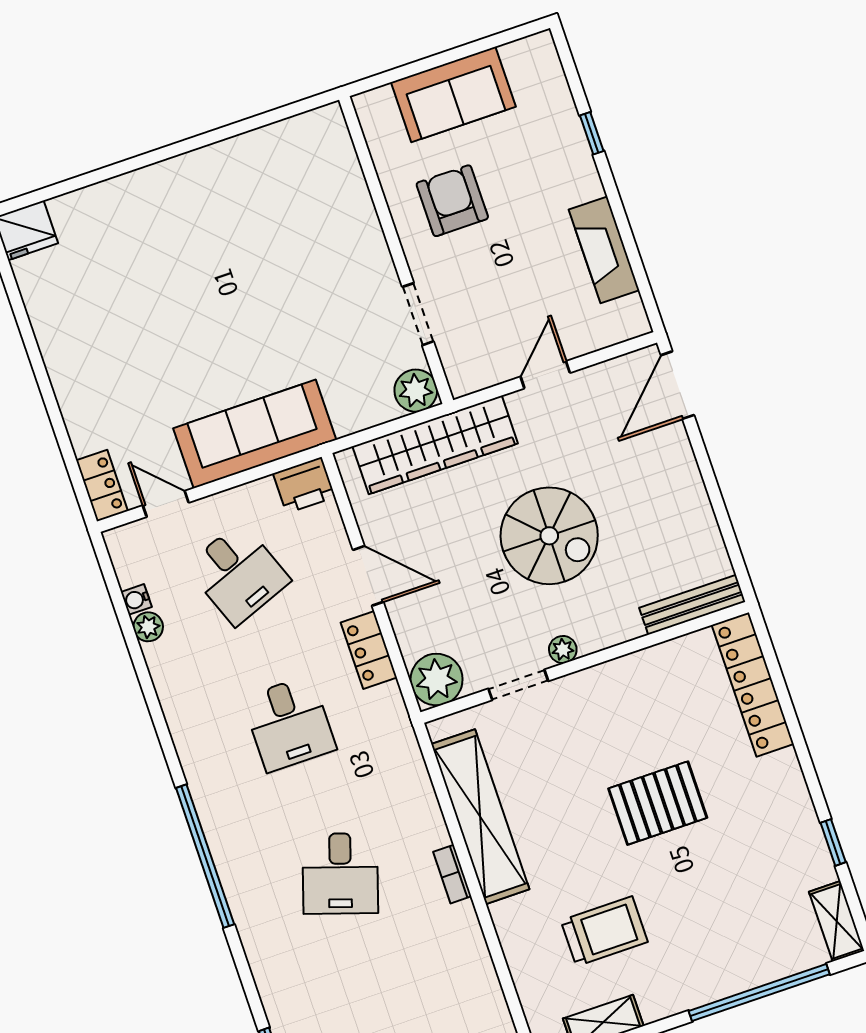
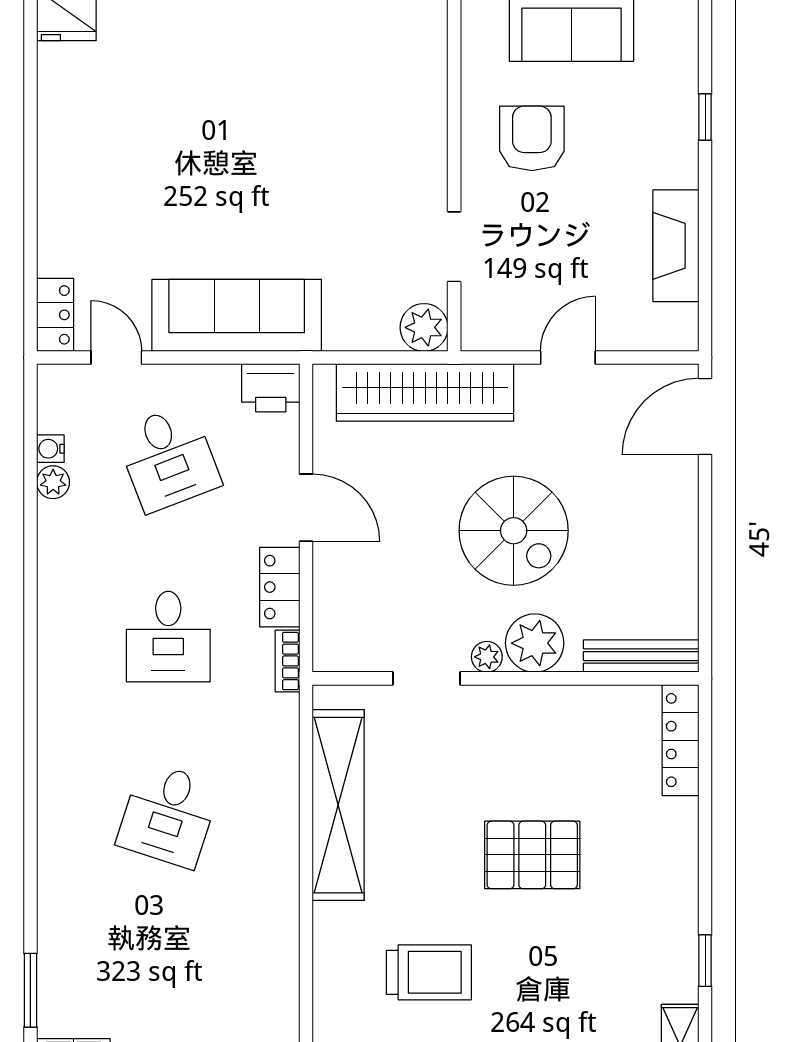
plant: (437, 680) -> (535, 643), moved
locker: (753, 685) -> (680, 740), width x0.71, depth x0.83
window: (205, 856) -> (30, 747), removed
bookcase: (452, 874) -> (288, 661), moved

